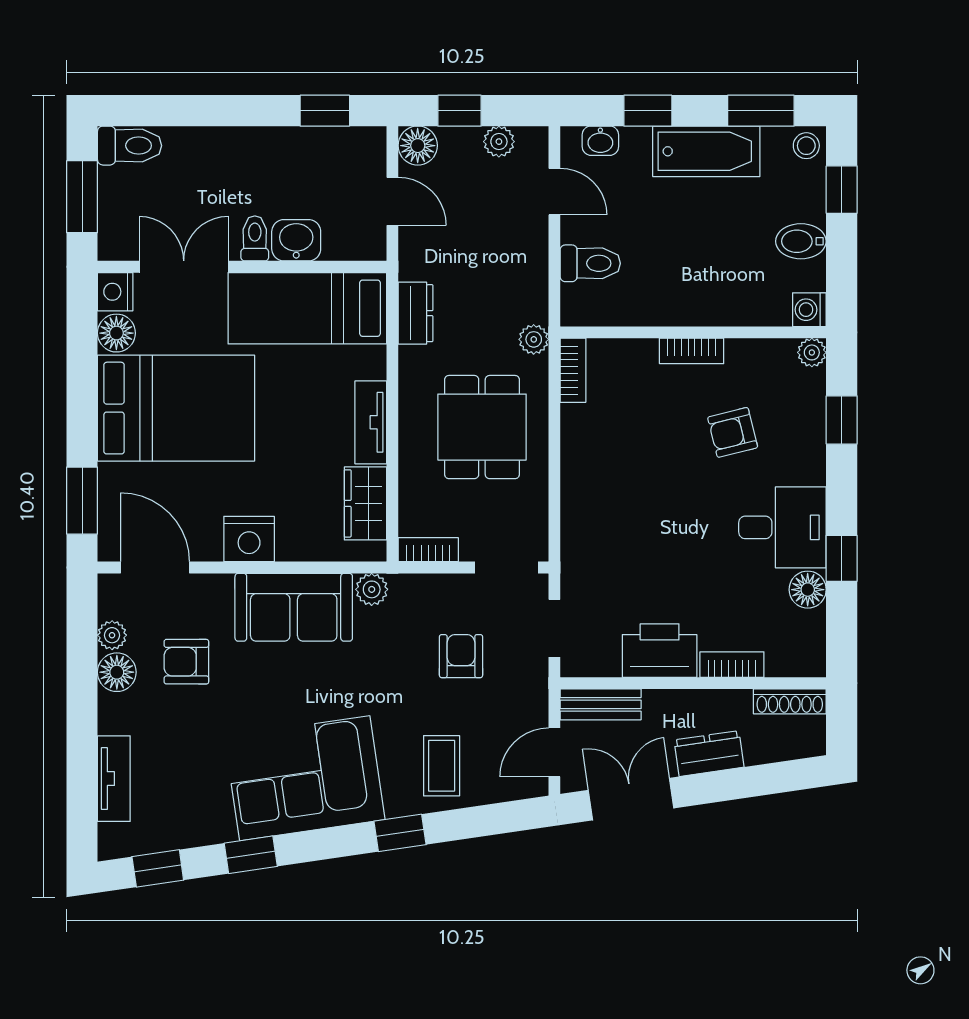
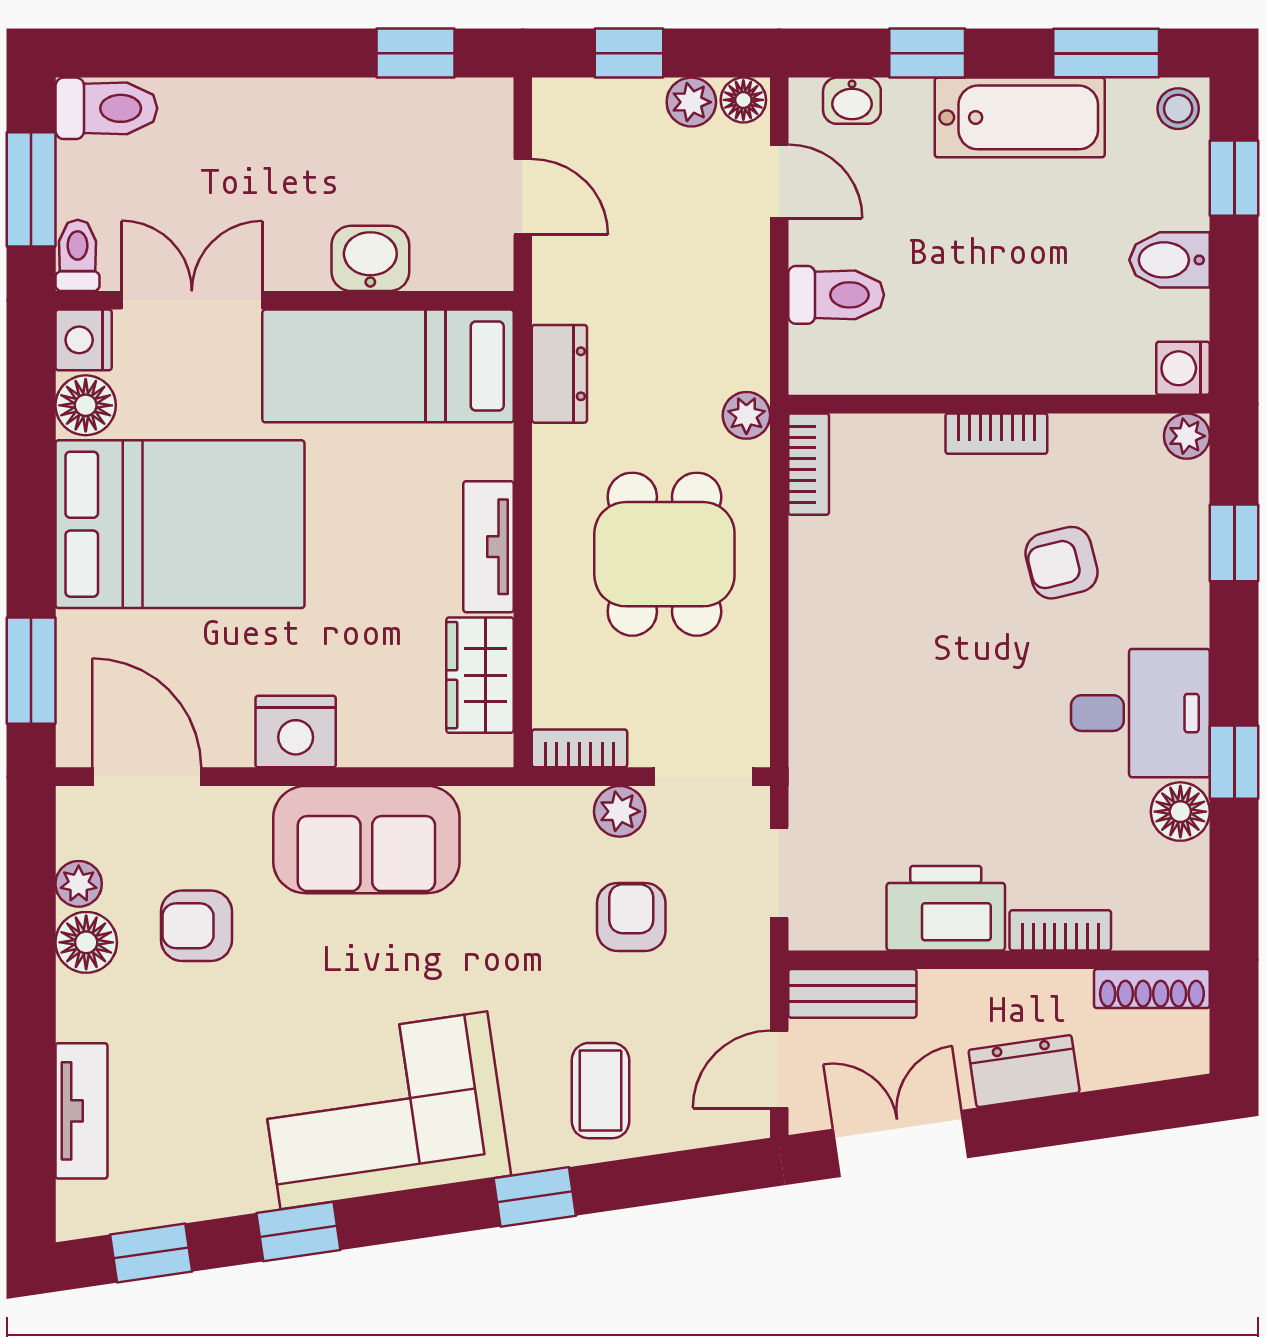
floor lamp: (418, 146) -> (743, 100), moved, width x0.73, depth x0.73
toilet: (255, 238) -> (78, 255), moved
plant: (372, 589) -> (620, 811), moved

